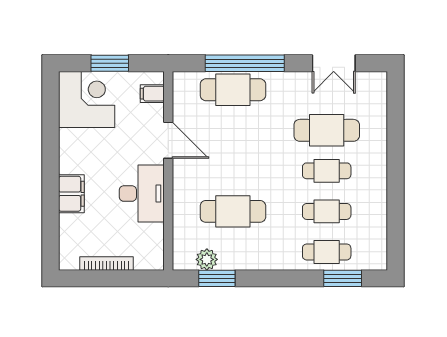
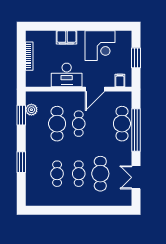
corner desk: (87, 99) -> (100, 46), moved
cafe table: (327, 252) -> (79, 124), moved
window: (343, 278) -> (21, 162), moved

